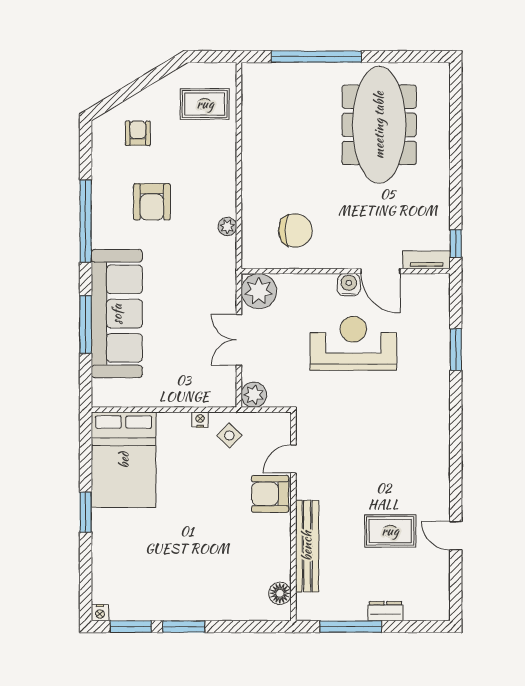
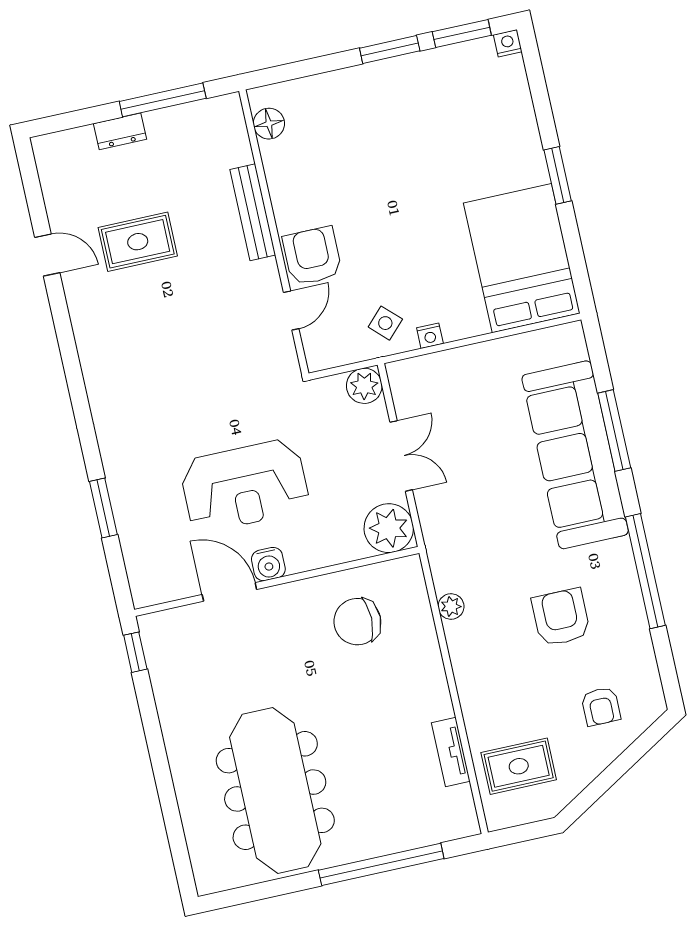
tv unit: (426, 260) -> (451, 752), moved, turned 90
armchair: (270, 494) -> (312, 256), turned -90
bench: (307, 546) -> (253, 212), width x0.73, depth x0.82

